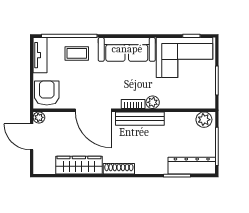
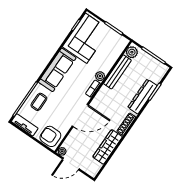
bench: (140, 119) -> (117, 72), moved
dresser: (192, 166) -> (142, 97), moved

